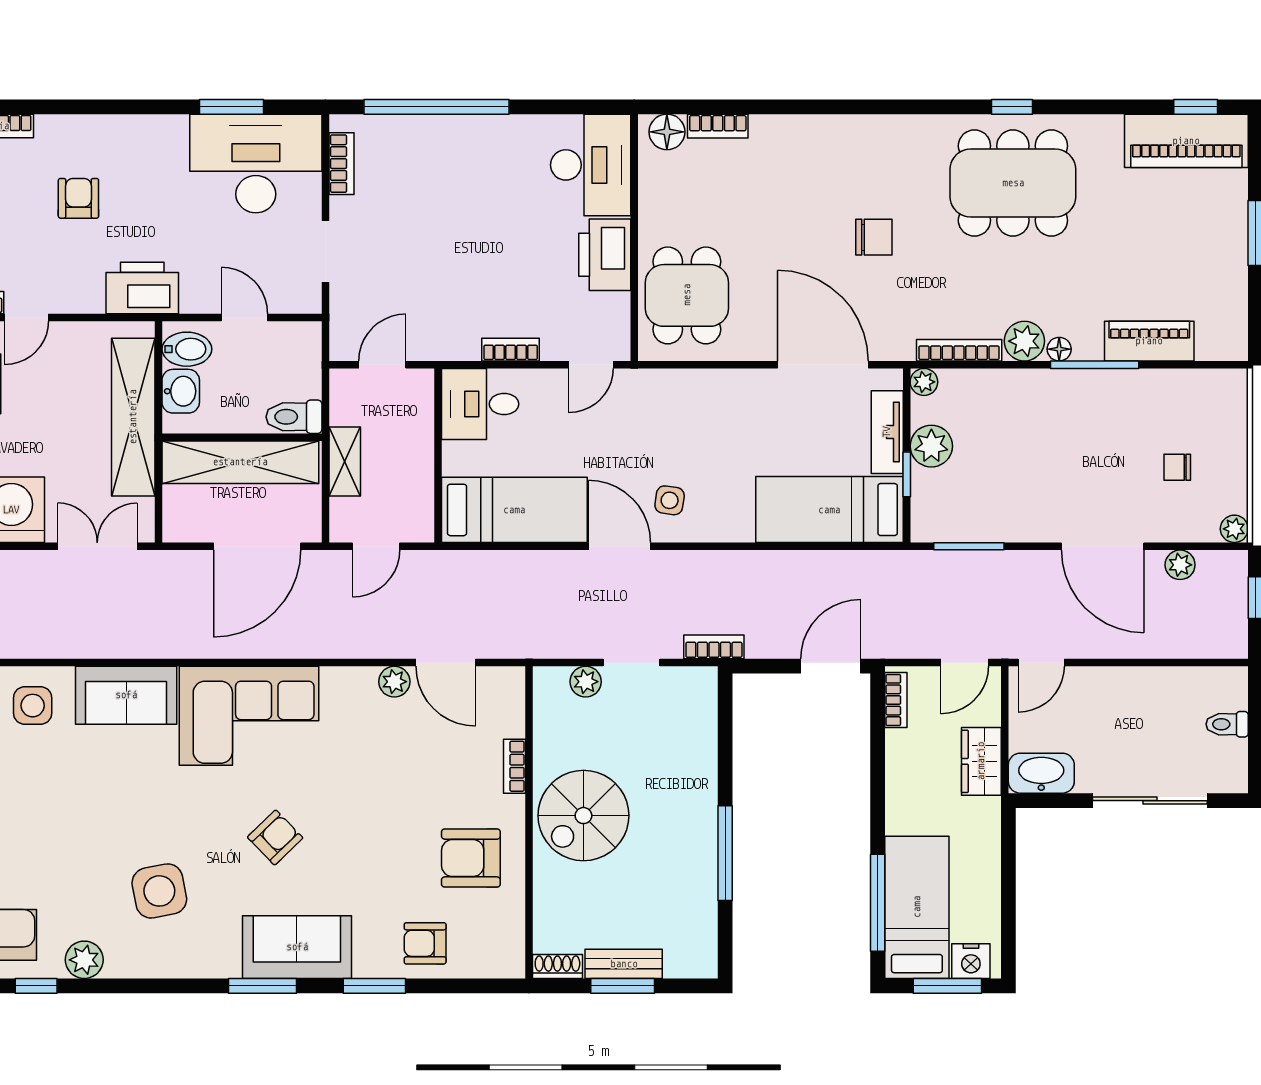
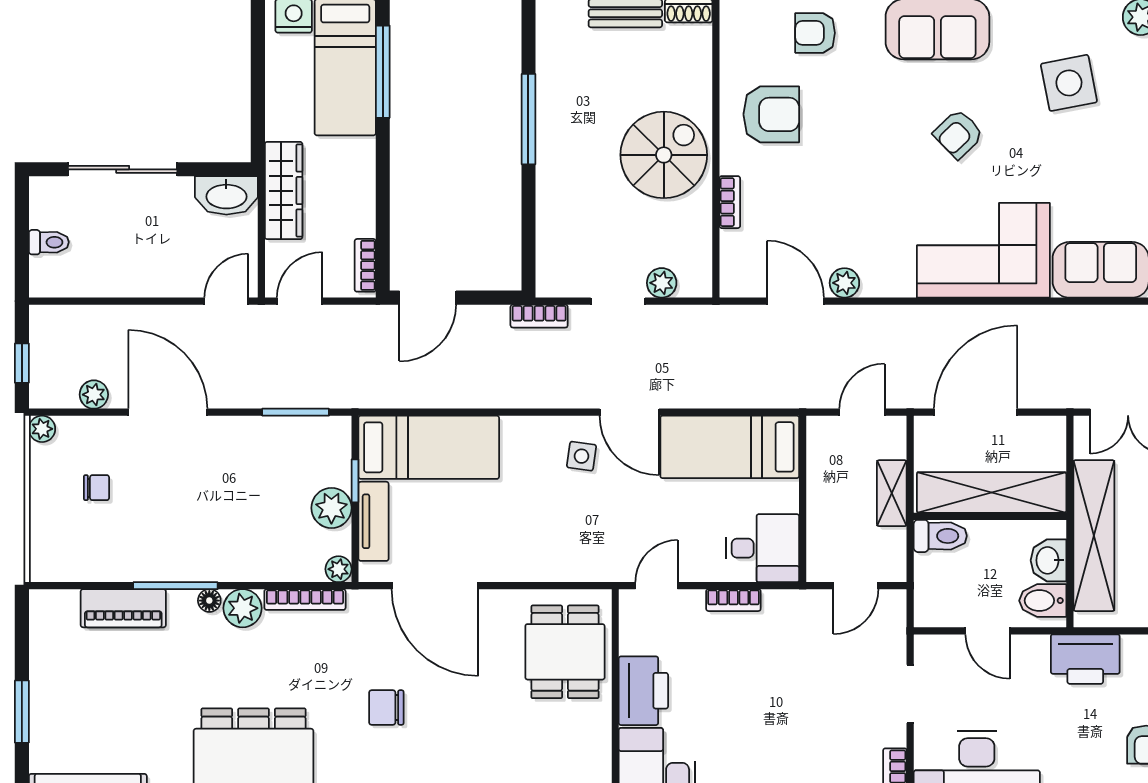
wardrobe: (981, 761) -> (284, 191), width x1.50
armchair: (425, 943) -> (815, 33), turned 180

